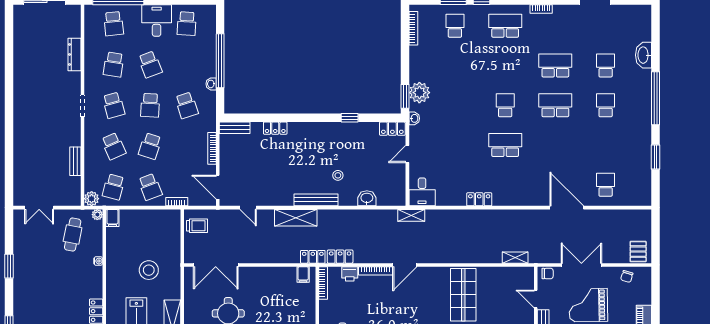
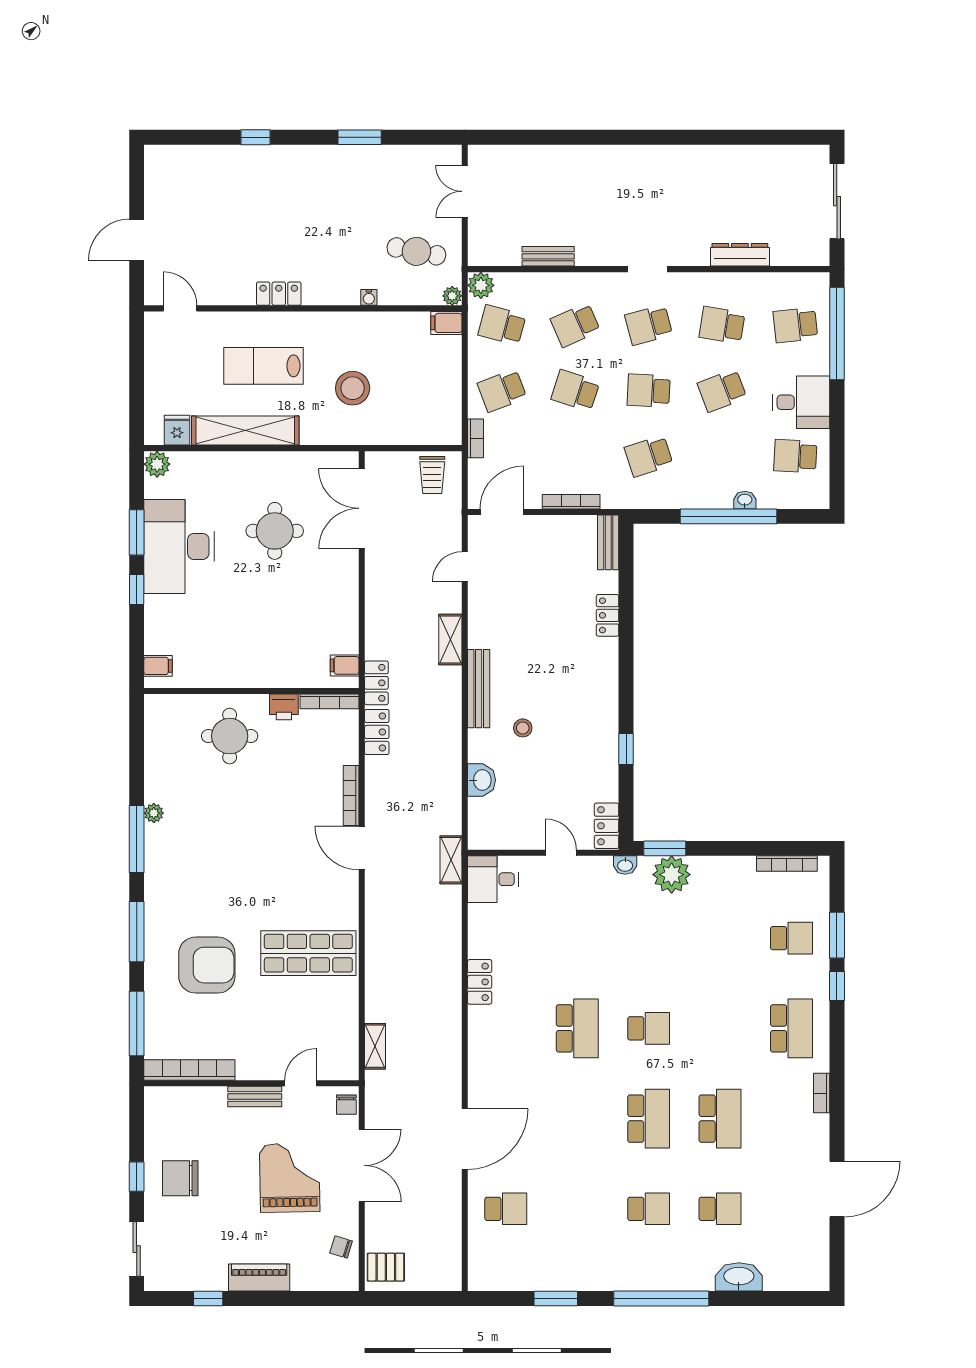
washbasin: (211, 84) -> (745, 500), moved
shelving: (296, 218) -> (450, 640), width x0.67, depth x0.75
printer: (350, 274) -> (284, 707), moved, turned -90

